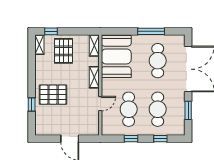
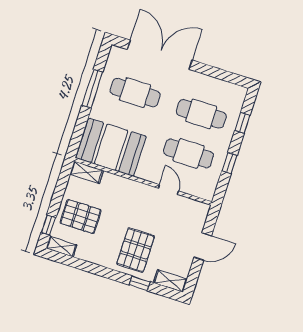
shelving: (94, 77) -> (170, 281), moved
window: (188, 110) -> (216, 73), removed

